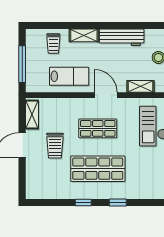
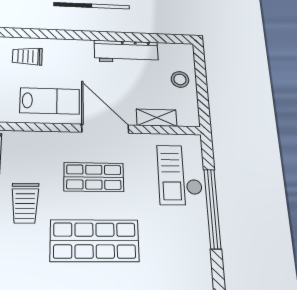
shelving: (84, 35) -> (72, 47), removed
trolley: (53, 44) -> (27, 56), turned 90
door: (106, 95) -> (105, 129), width x1.36

